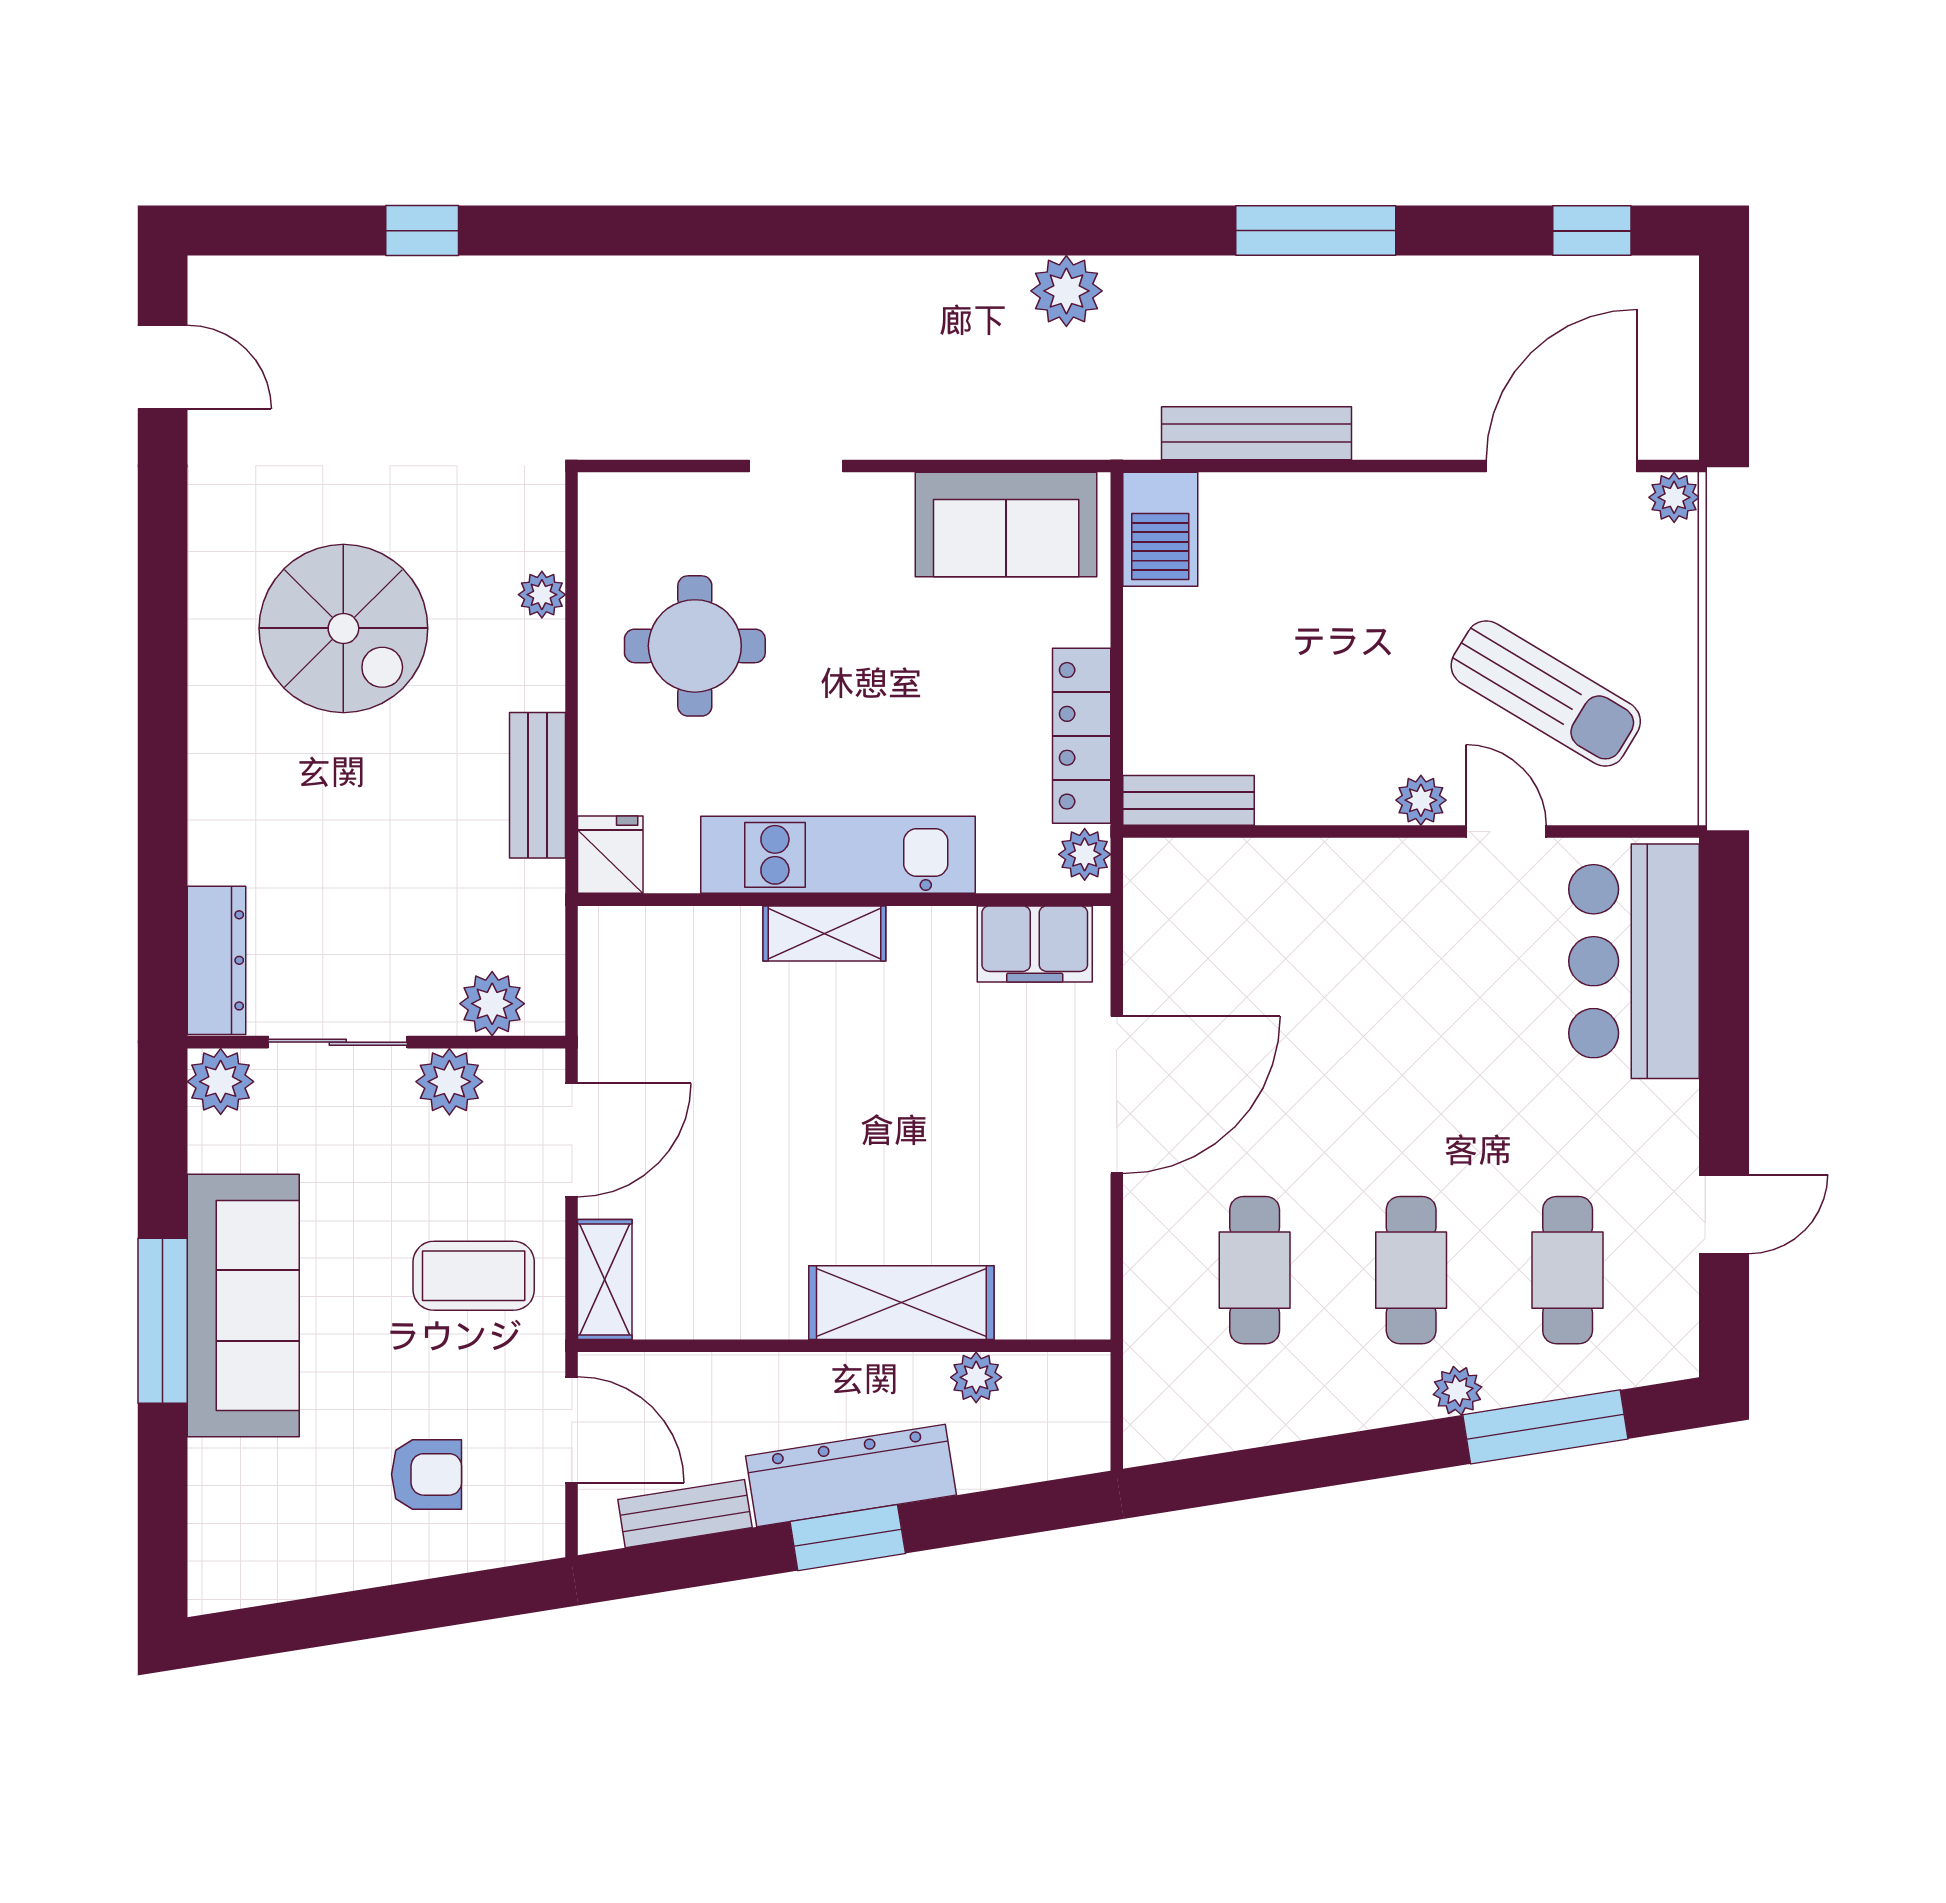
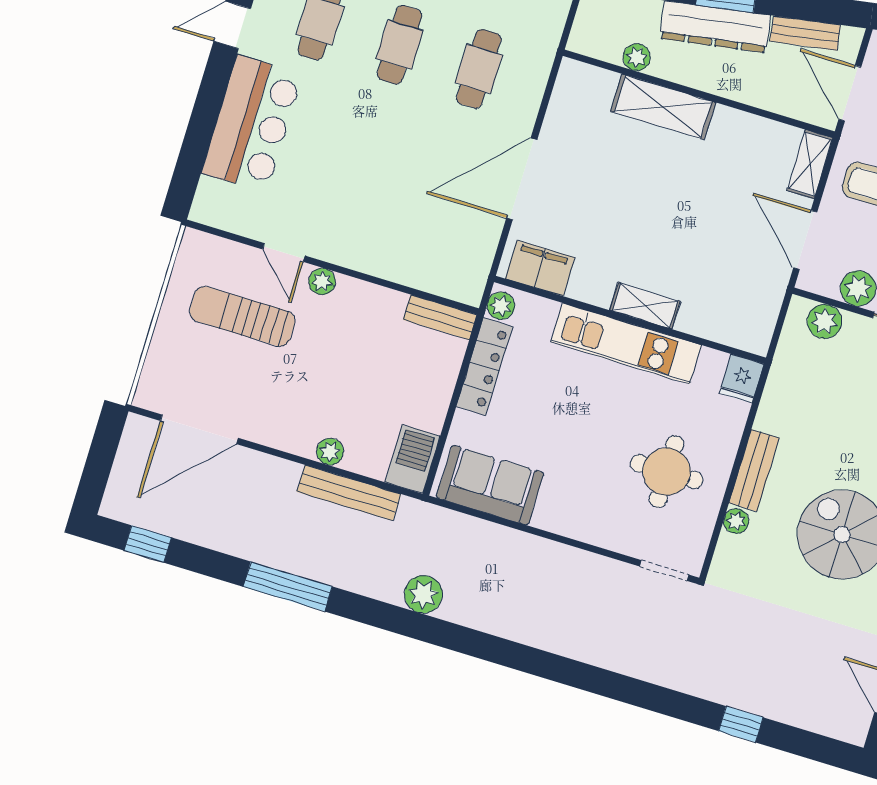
doorway: (796, 466) -> (664, 571), moved
plant: (1674, 497) -> (330, 452), moved
sun lounger: (1546, 693) -> (242, 316), turned -31
bench: (538, 785) -> (754, 470), moved
bar counter: (1634, 961) -> (252, 124), moved
door: (572, 1140) -> (805, 240), hinge flipped

